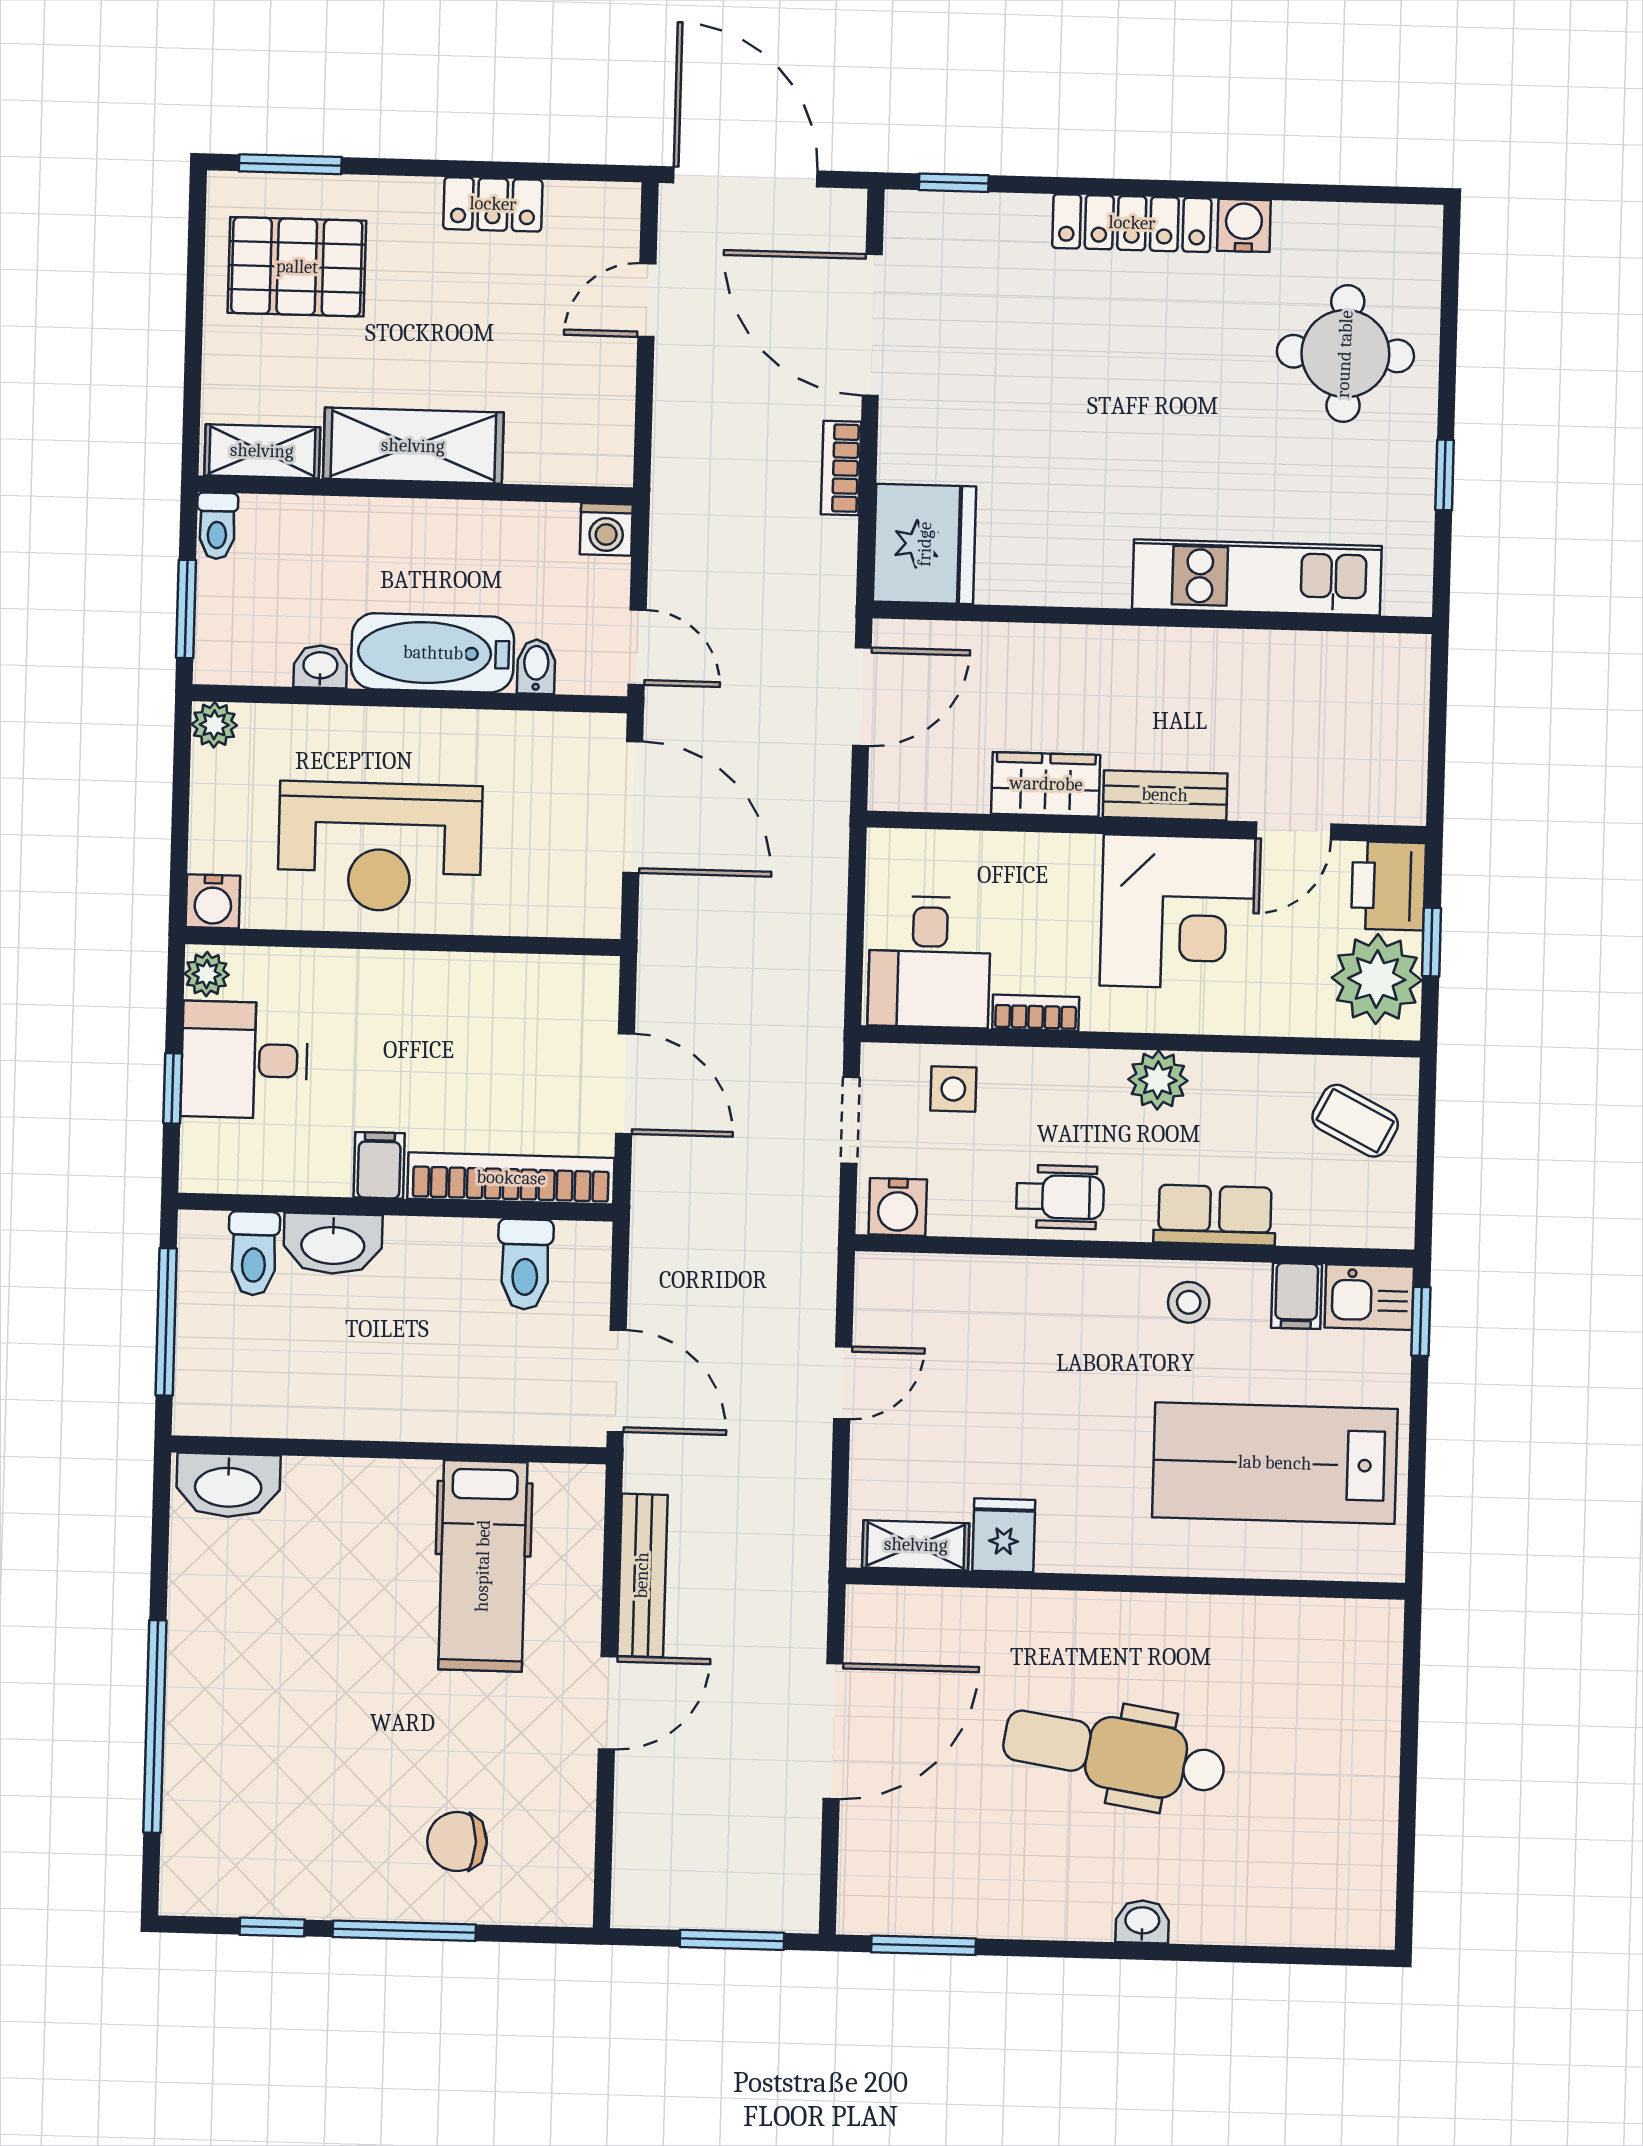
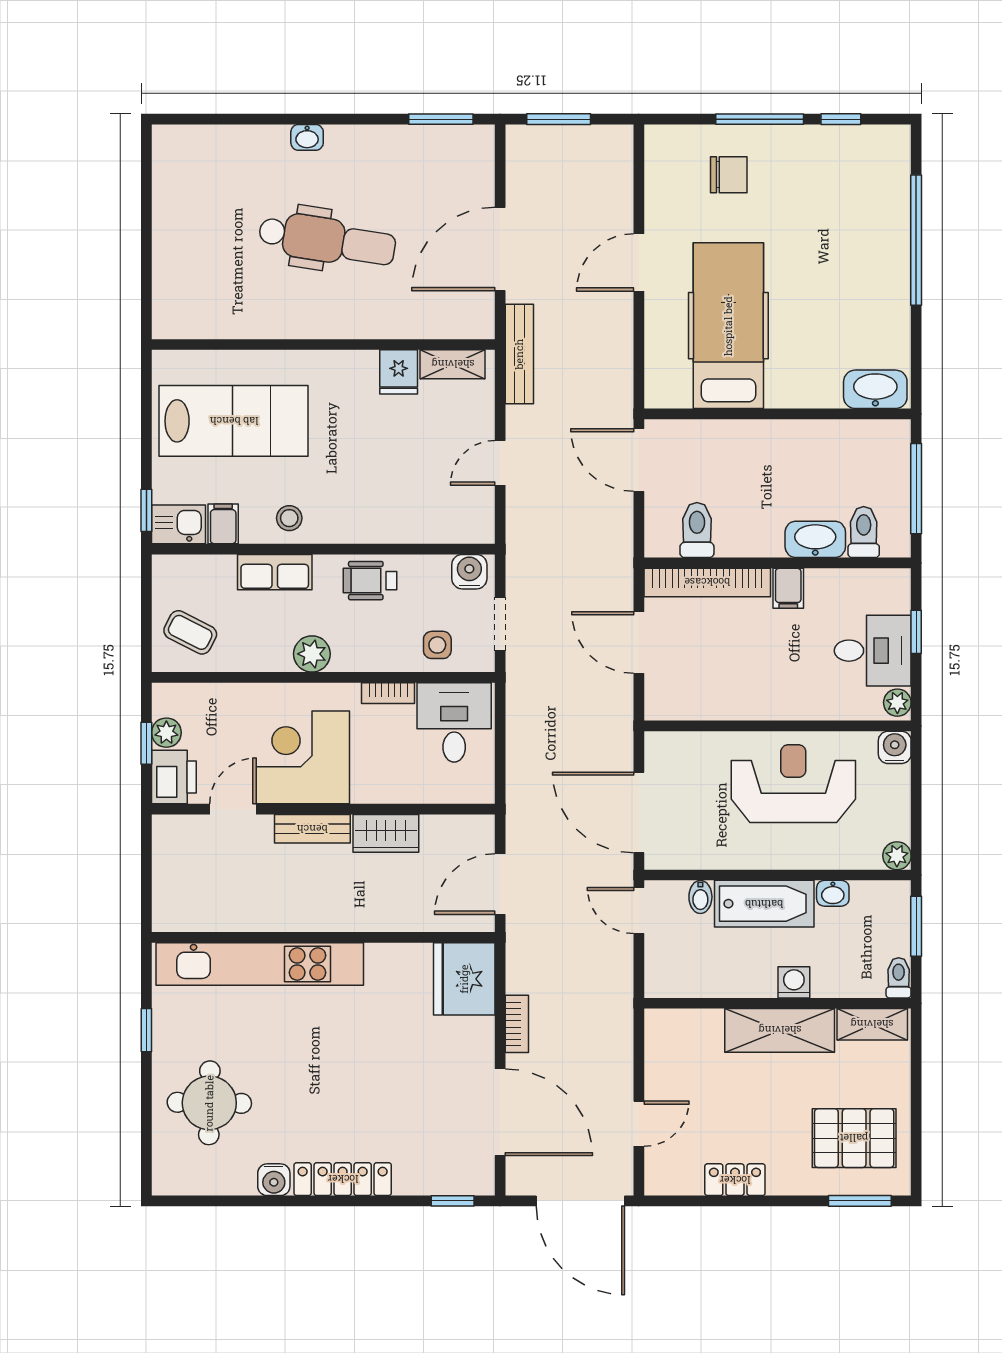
washing machine: (606, 529) -> (794, 982), moved
kitchen unit: (1257, 577) -> (260, 964), width x1.36
plant: (1377, 979) -> (166, 733), width x0.53, depth x0.53
hospital bed: (483, 1566) -> (728, 326), width x1.37, depth x1.29
bench: (642, 1575) -> (519, 354), moved

